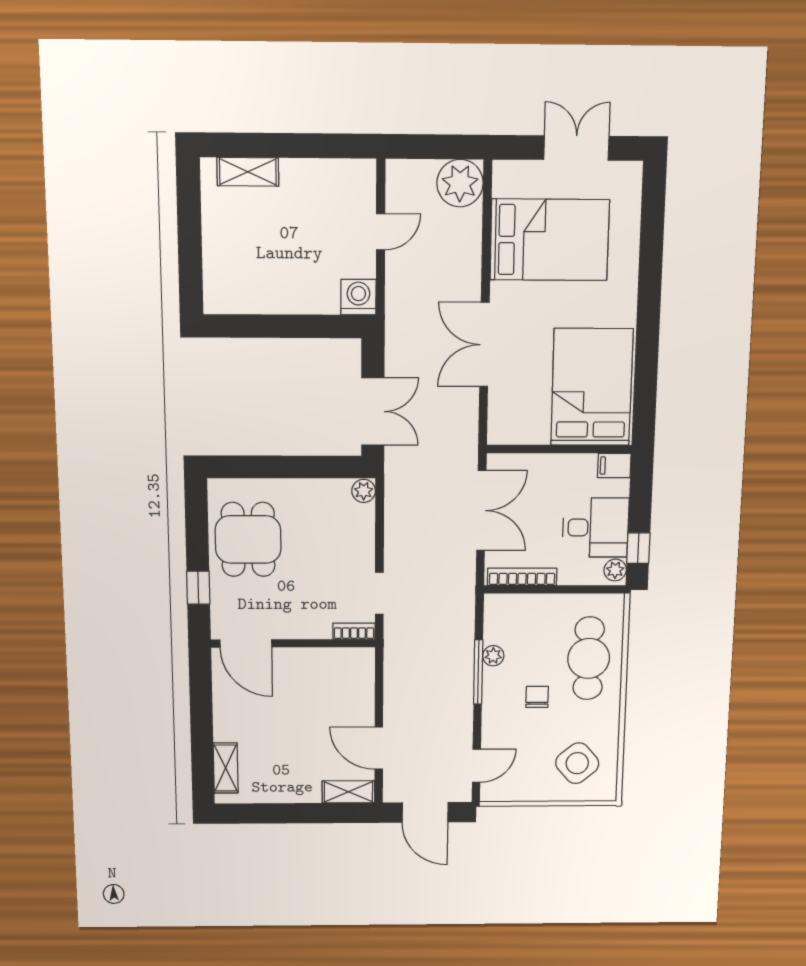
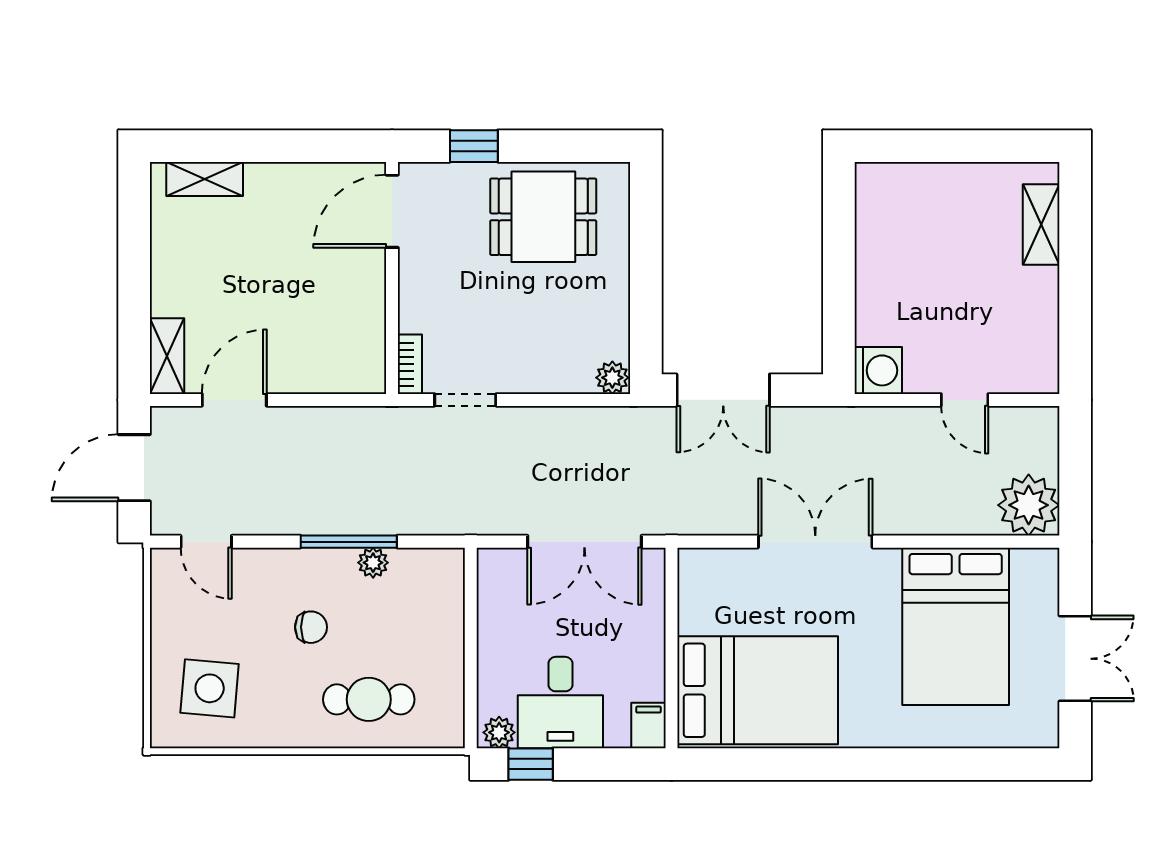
bookcase: (522, 577) -> (489, 601), removed
cafe table: (589, 658) -> (369, 699), width x0.73, depth x0.74
side table: (577, 763) -> (210, 688), turned 45

